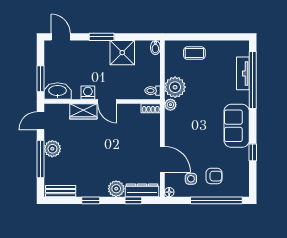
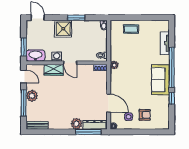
window: (102, 37) -> (76, 18), moved
shower: (122, 53) -> (63, 29), moved
window: (253, 80) -> (172, 67), moved
plant: (175, 87) -> (117, 53), removed
door: (40, 121) -> (24, 76), swing flipped
window: (91, 200) -> (59, 132), removed
window: (133, 200) -> (88, 132), width x2.17
window: (216, 200) -> (146, 132), removed

